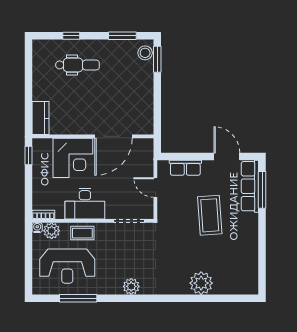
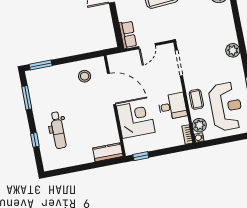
stool: (145, 53) -> (85, 76), moved
dental chair: (77, 65) -> (58, 130), turned 180
row of seats: (185, 168) -> (128, 35), moved
desk: (85, 204) -> (172, 106), width x0.73

